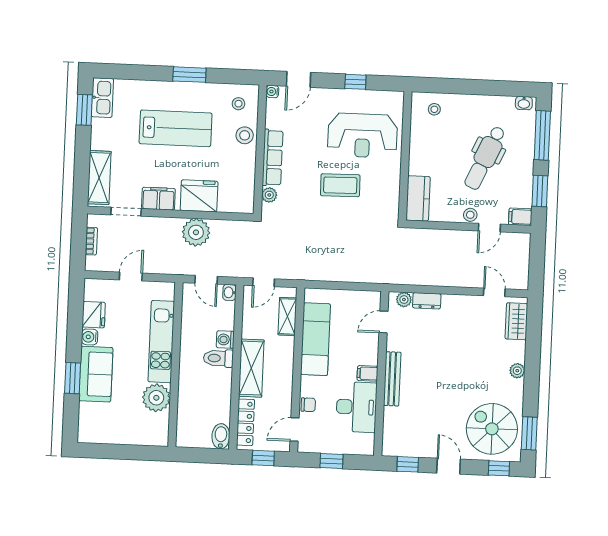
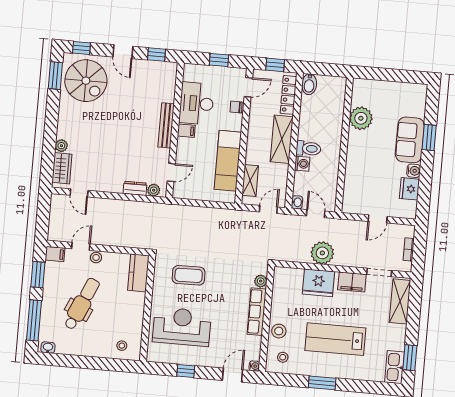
coffee table: (340, 185) -> (189, 275), moved
kitchen unit: (161, 342) -> (355, 164), removed
plant: (517, 371) -> (61, 146), moved

